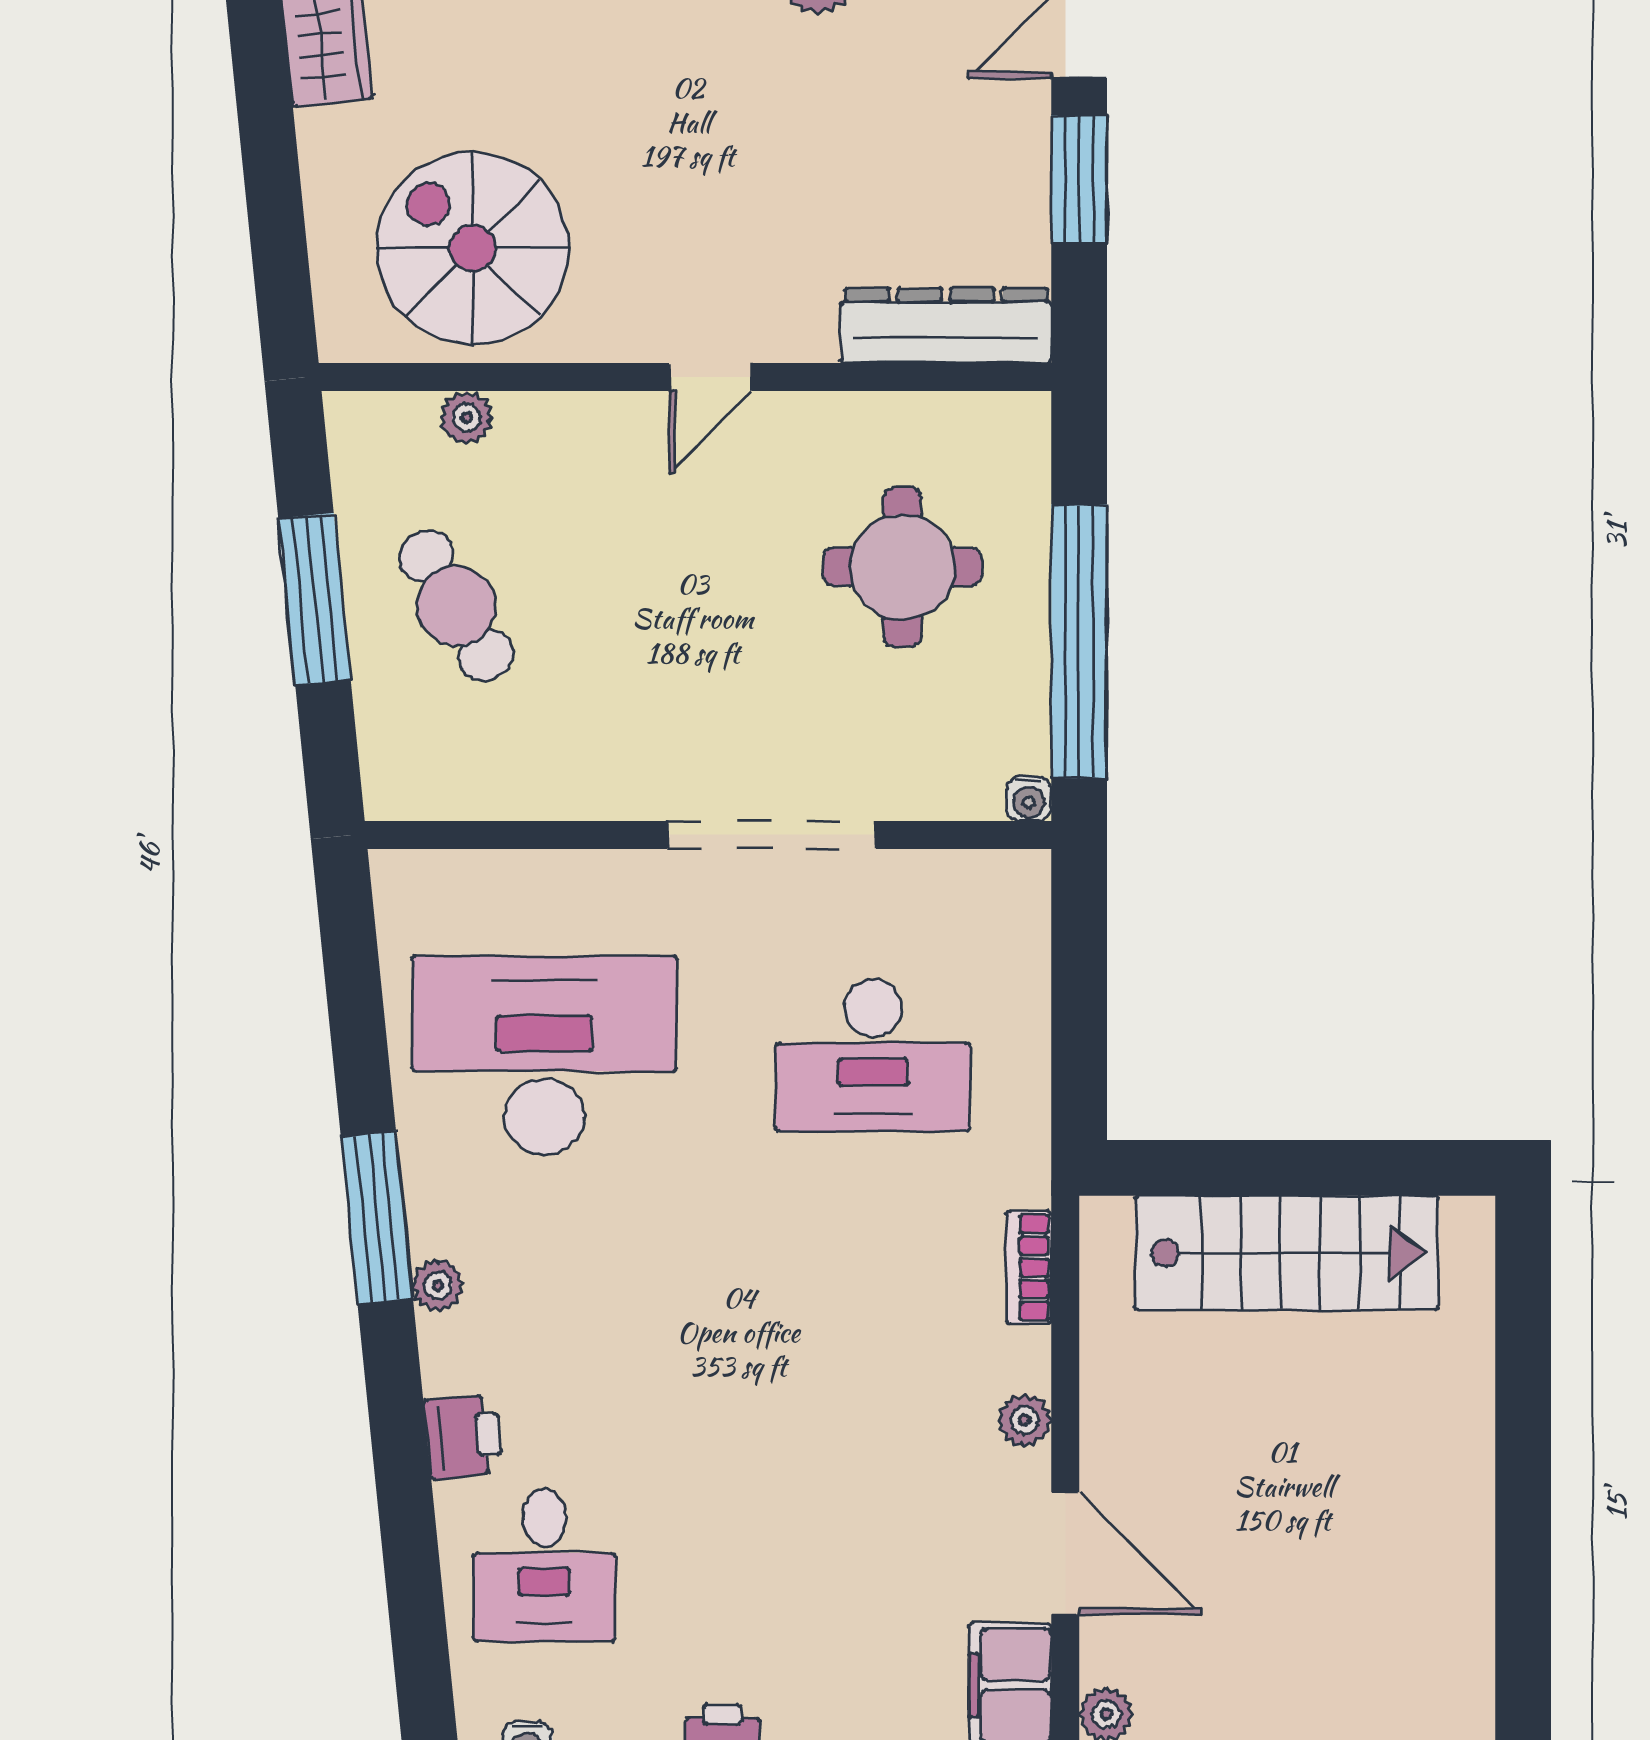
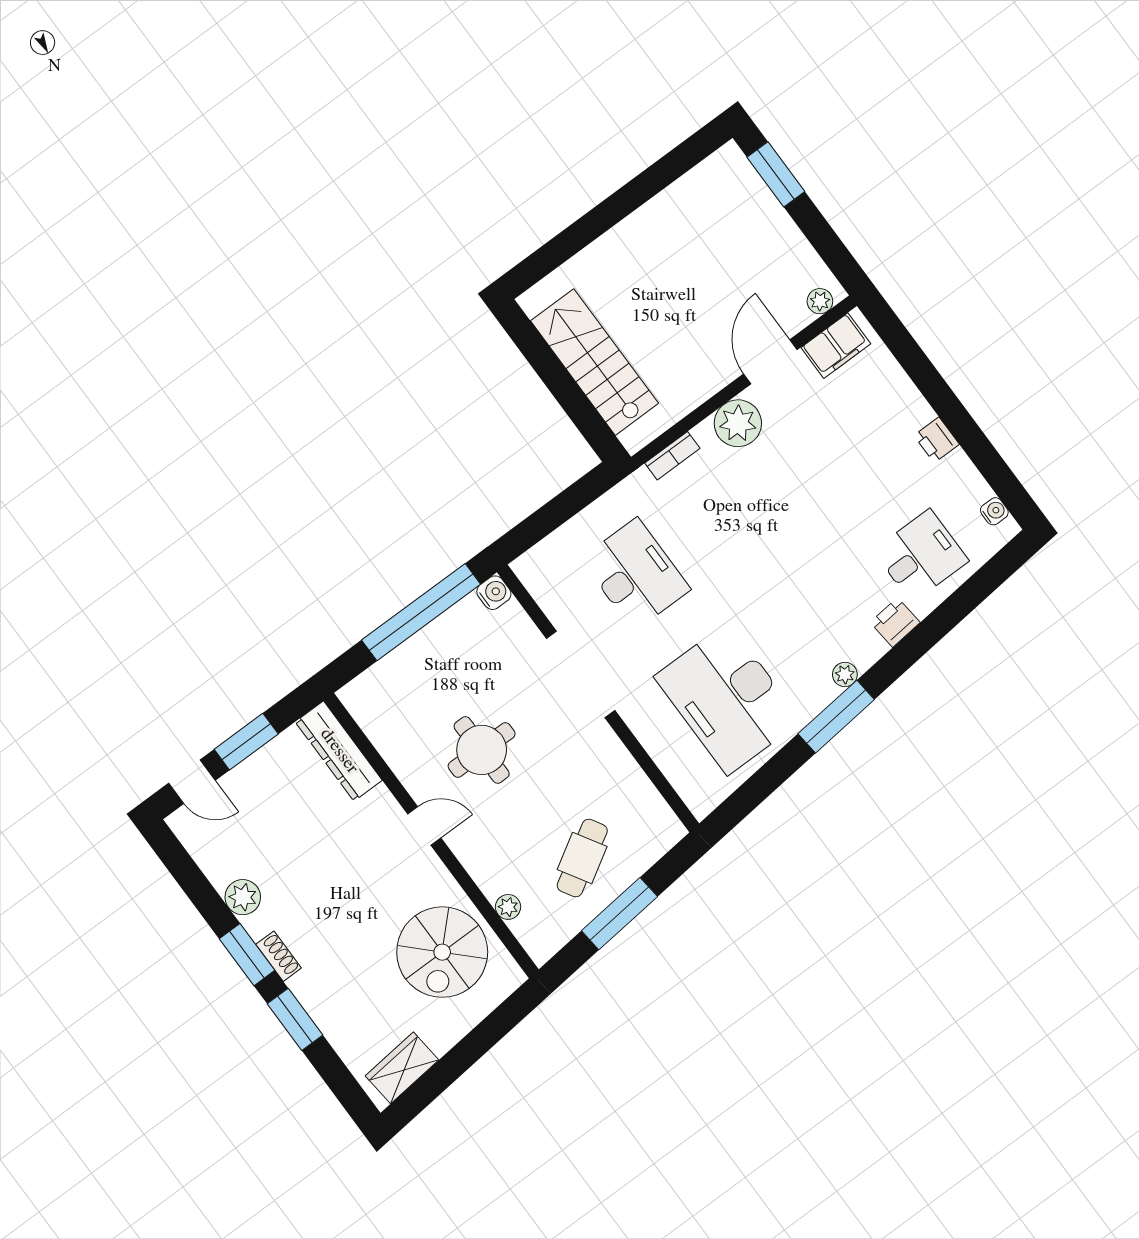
round table: (902, 567) -> (482, 750), moved
water cooler: (1029, 799) -> (494, 593), width x1.38, depth x1.38
plant: (1025, 1420) -> (738, 423), width x1.87, depth x1.87

